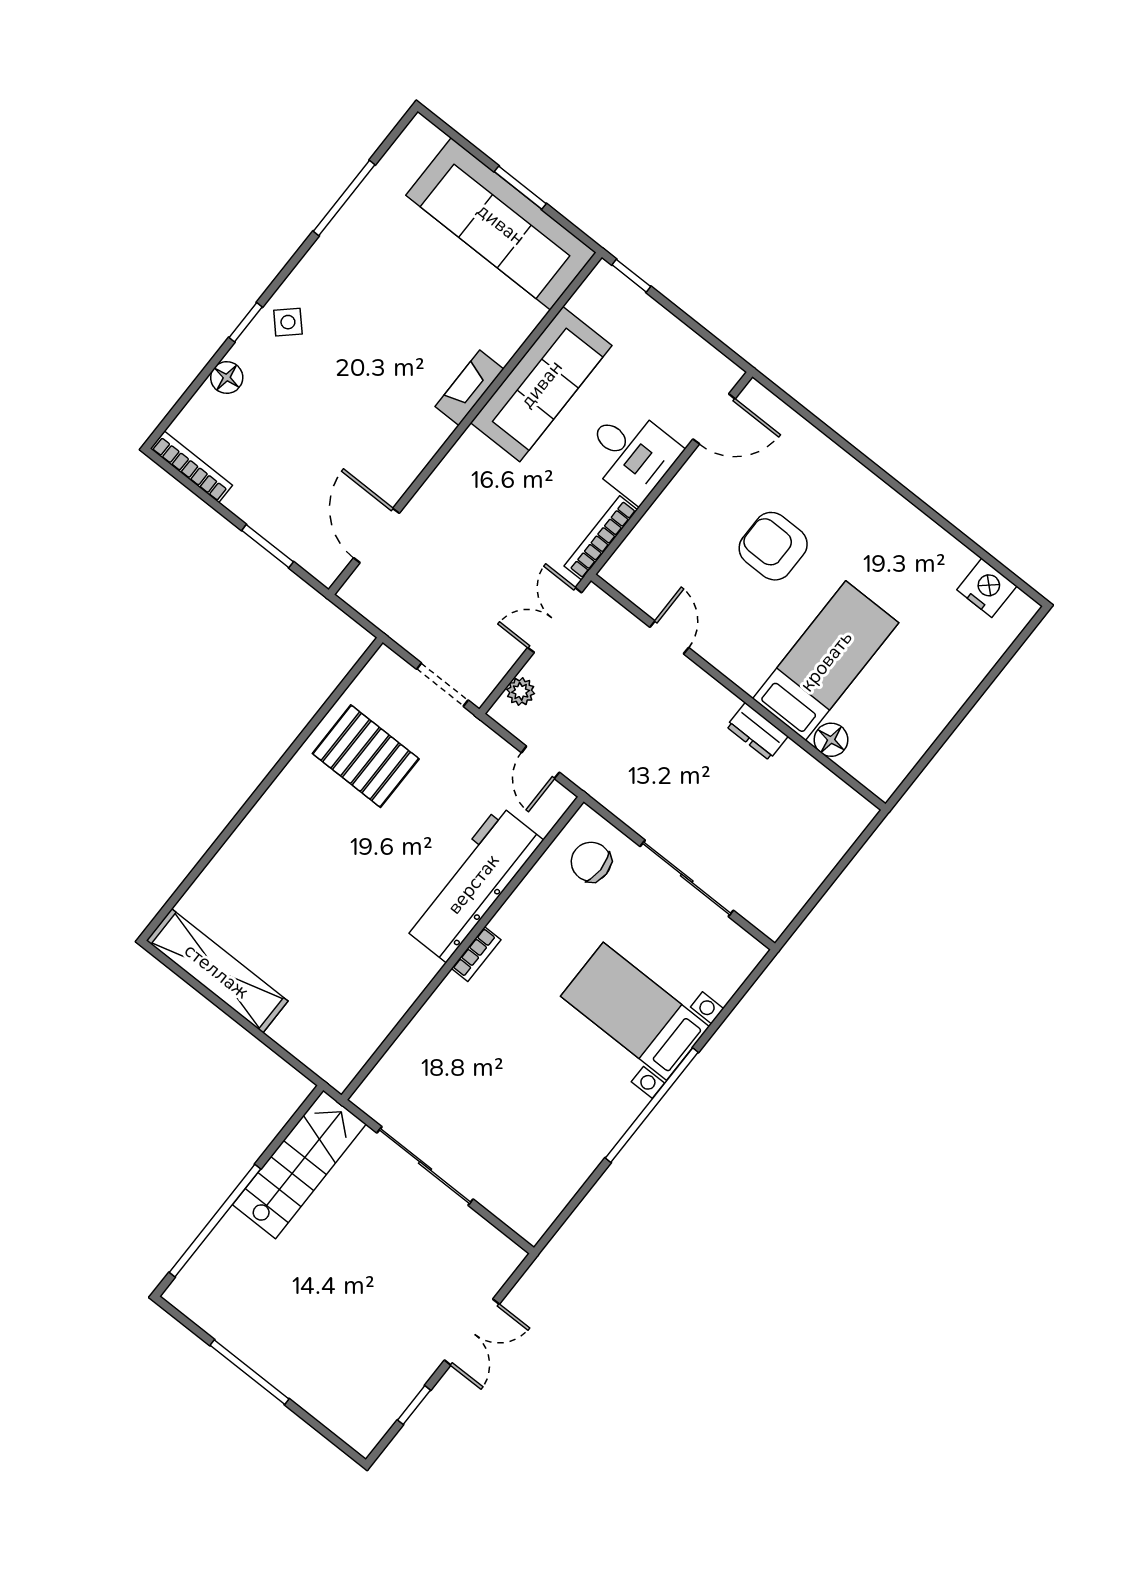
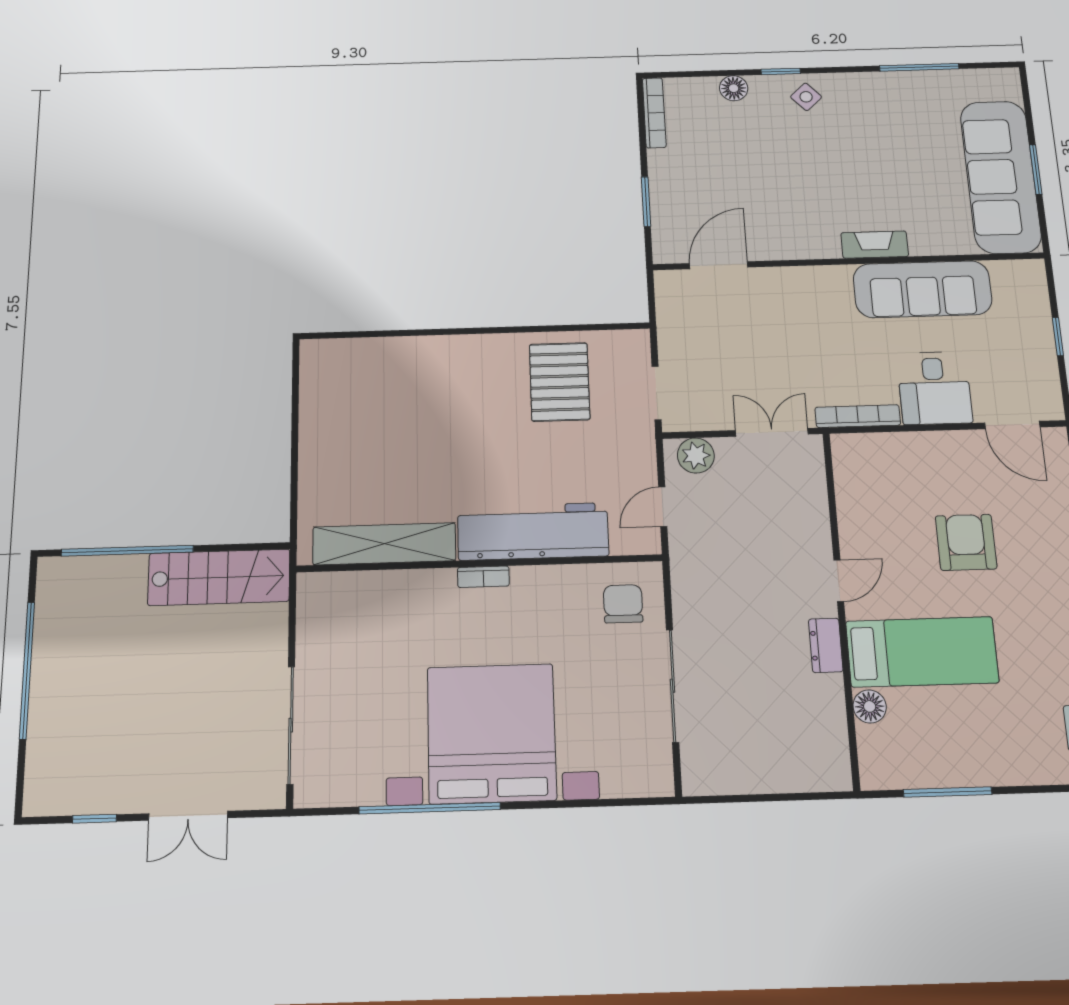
window: (631, 276) -> (1058, 337), moved
door: (669, 637) -> (839, 581), moved
plant: (521, 691) -> (696, 456), width x1.38, depth x1.38
window: (942, 739) -> (948, 792), added
shelving: (217, 971) -> (384, 544), moved, turned 90
bed with nightstands: (635, 1011) -> (491, 733), width x1.85
window: (652, 1105) -> (430, 808), moved
sliding door: (425, 1166) -> (291, 725), moved
window: (249, 1372) -> (27, 670), width x1.46

